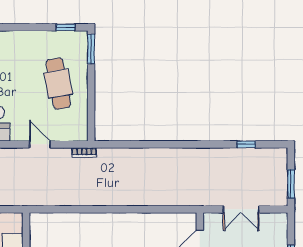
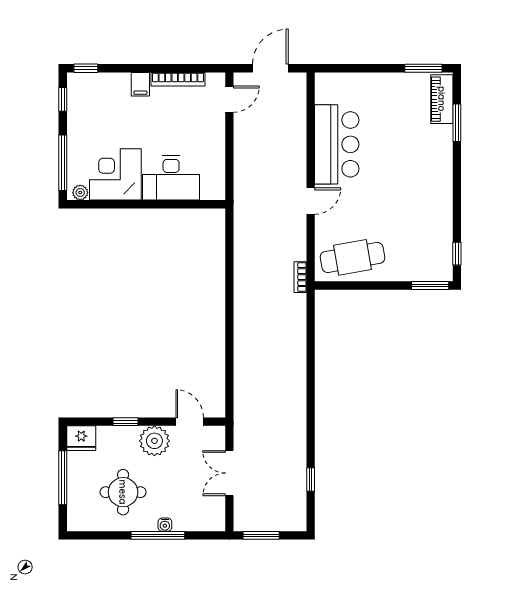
cafe table: (58, 84) -> (353, 257), moved
door: (40, 144) -> (311, 201), moved

